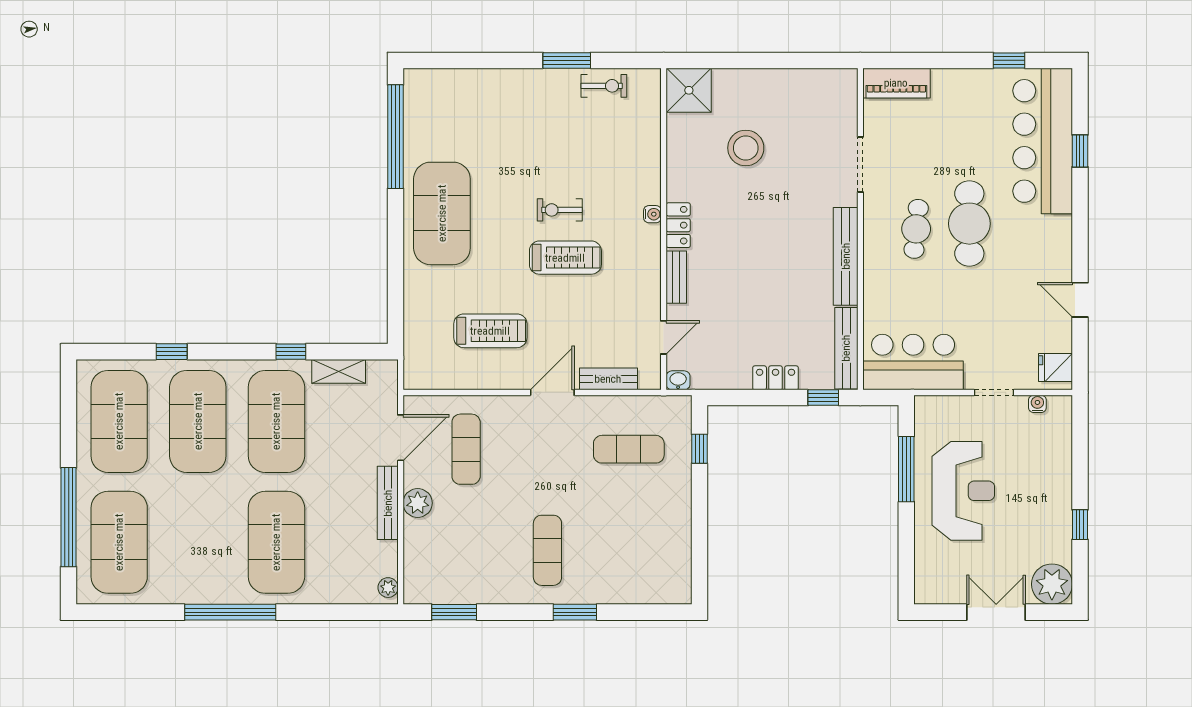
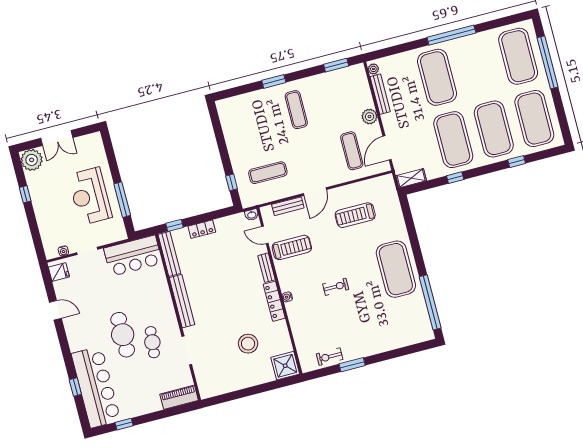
locker: (678, 225) -> (274, 301), width x1.53
cafe table: (916, 229) -> (152, 342), moved
treadmill: (565, 258) -> (292, 247), moved, turned 180
door: (664, 337) -> (265, 235), hinge flipped
shelving: (339, 371) -> (411, 178), moved
bench: (388, 503) -> (380, 94), moved

